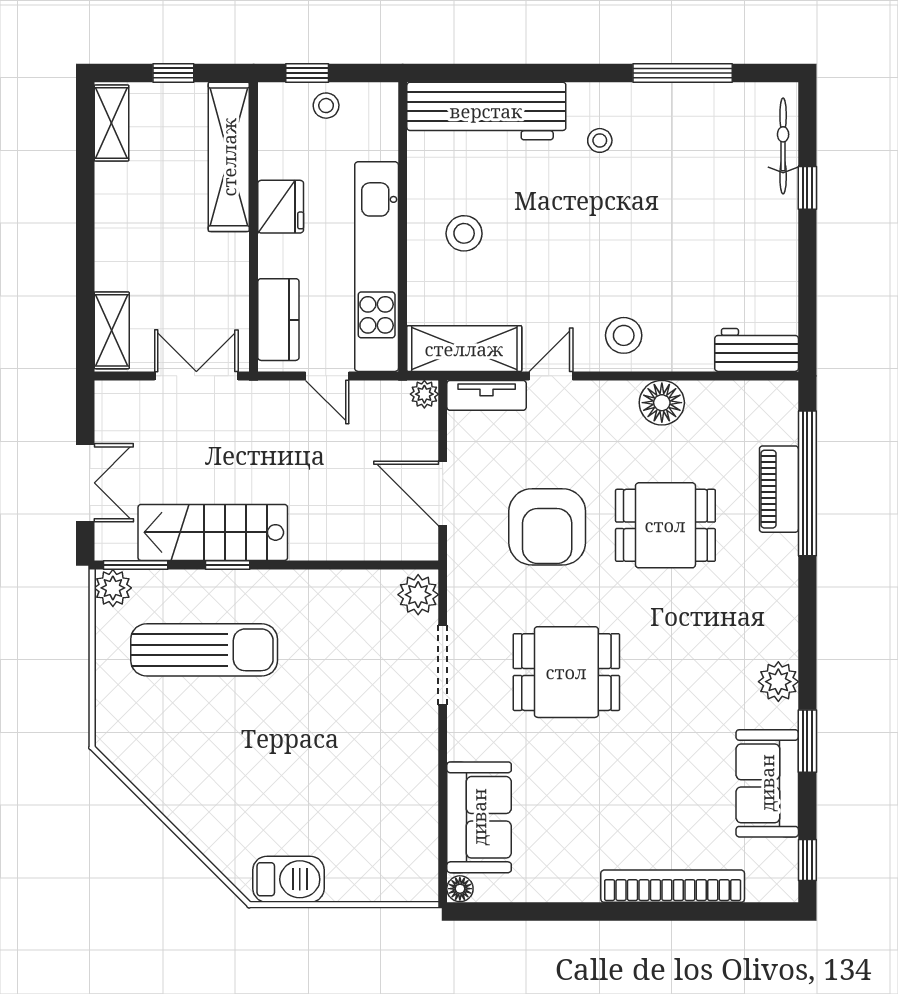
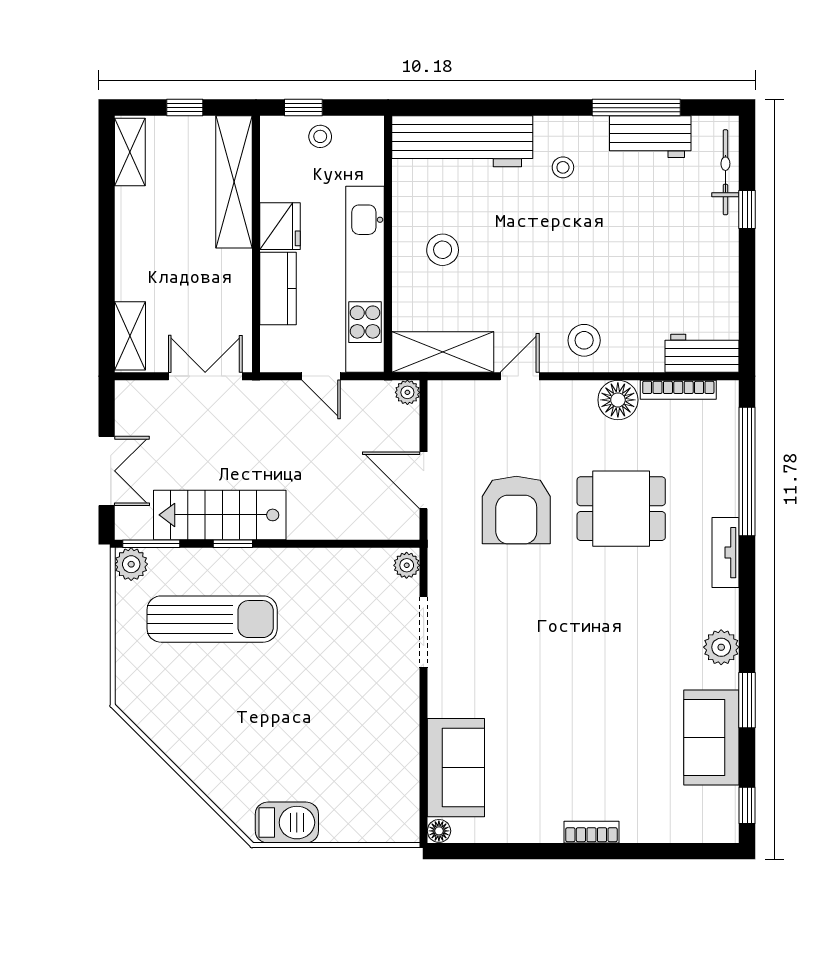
workbench: (698, 106) -> (650, 137), added
kitchen counter: (278, 320) -> (278, 288), moved
bookcase: (730, 391) -> (678, 390), added
tv unit: (487, 395) -> (726, 553), moved, turned 90
piano: (779, 489) -> (722, 477), removed
plant: (418, 595) -> (407, 565), width x0.73, depth x0.73
dining table: (566, 672) -> (533, 639), removed
bookcase: (673, 886) -> (591, 832), width x0.43, depth x0.76

